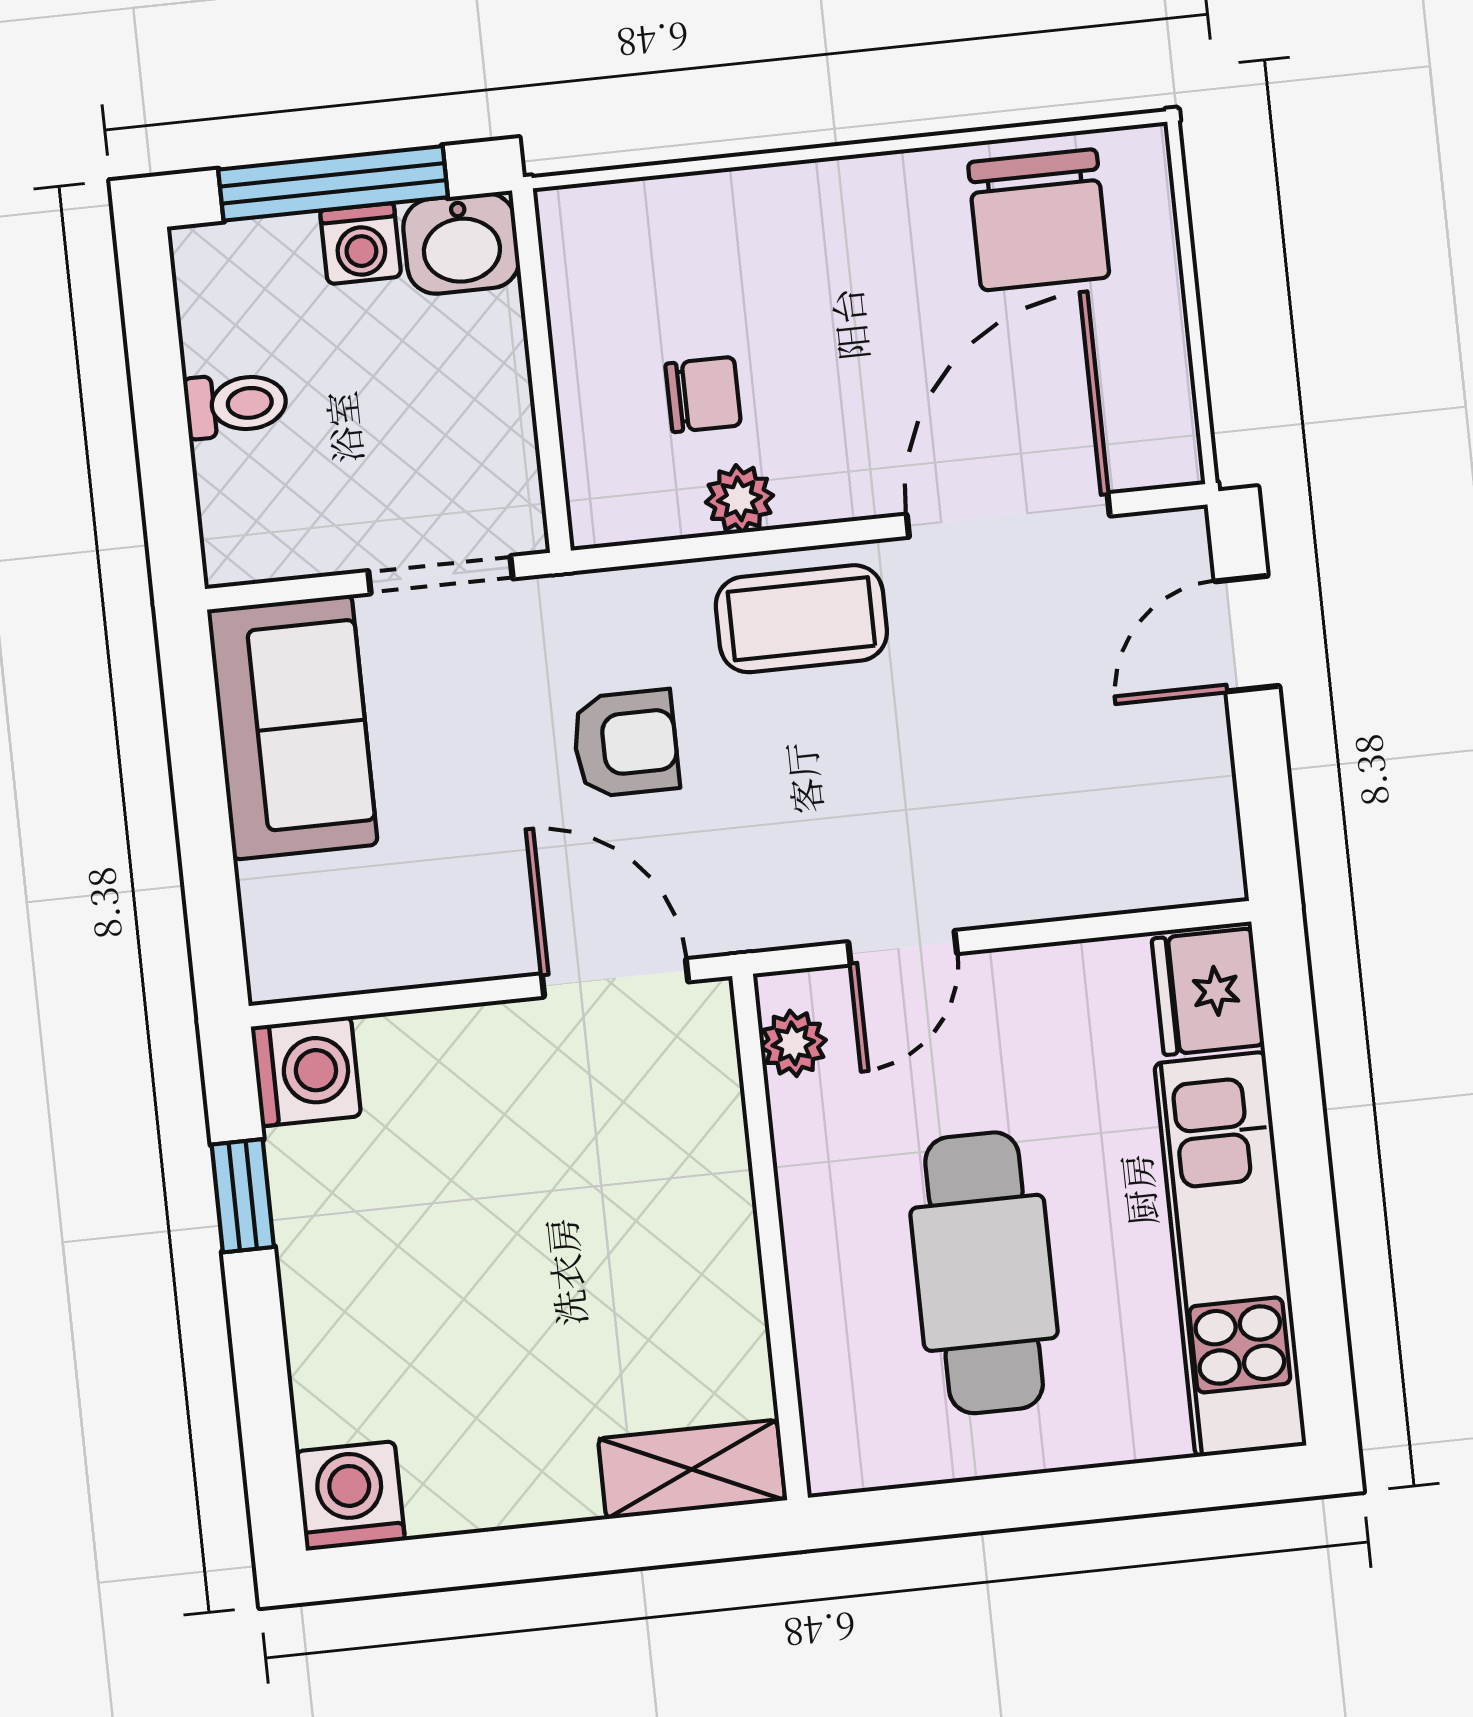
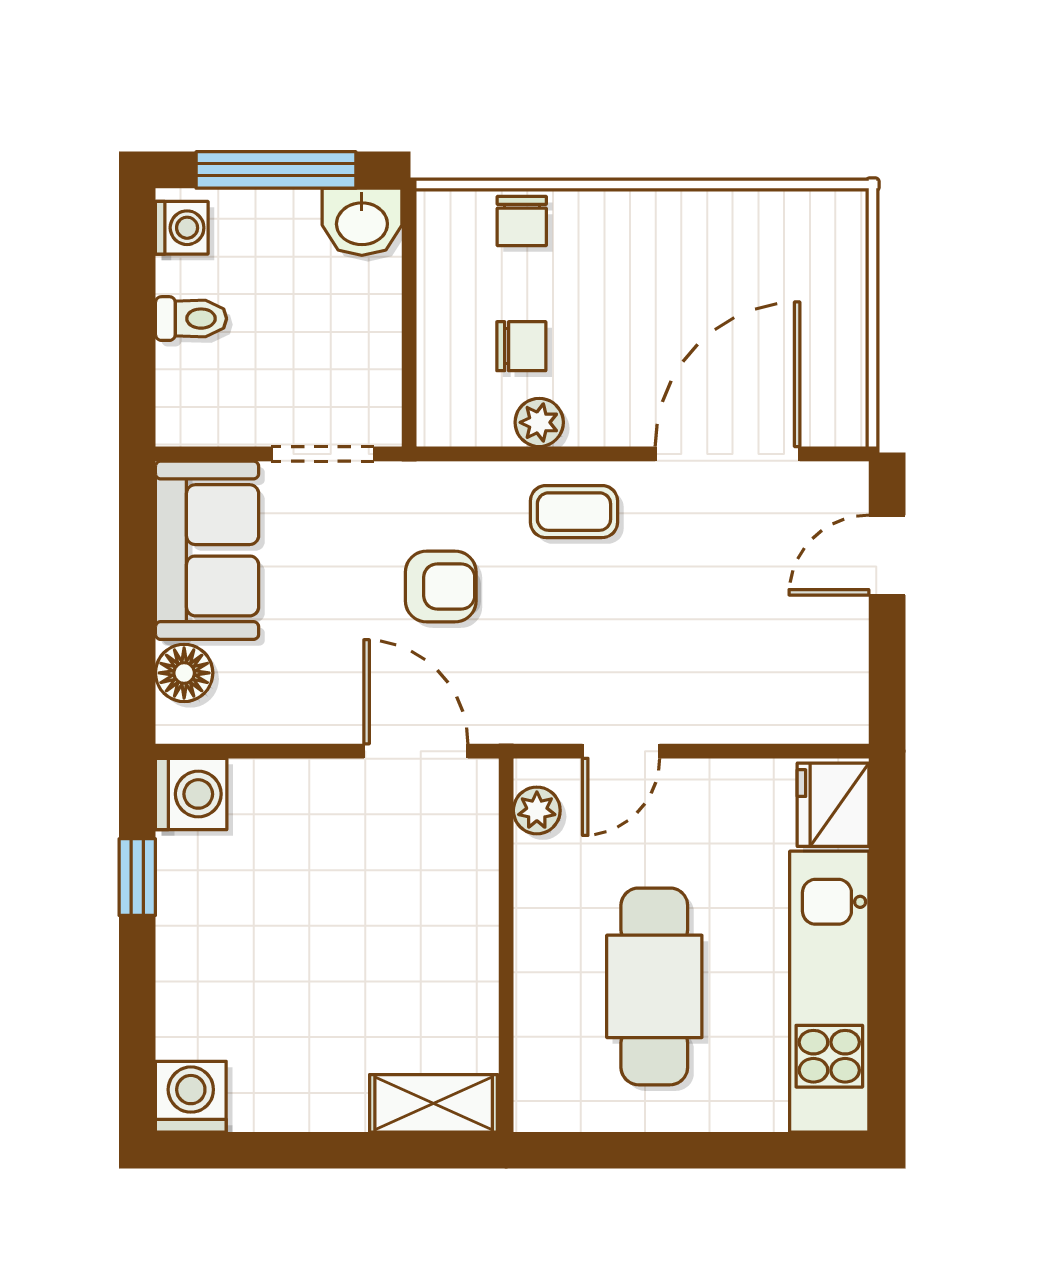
chair: (1039, 220) -> (522, 221), moved, width x0.54, depth x0.54
washing machine: (361, 244) -> (182, 228), moved, turned -90
coffee table: (801, 619) -> (574, 512), width x0.73, depth x0.77
floor lamp: (278, 903) -> (184, 673), added

